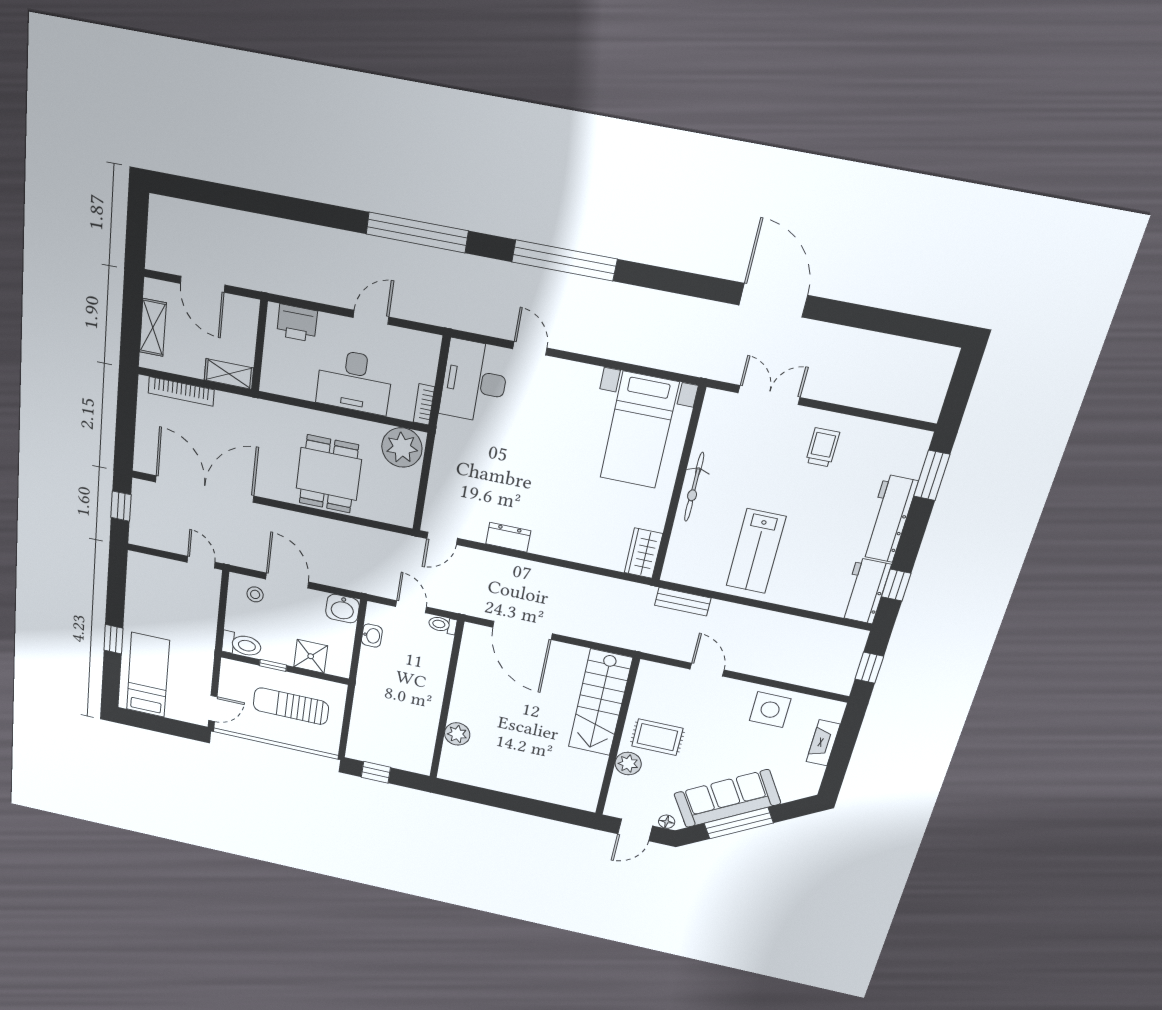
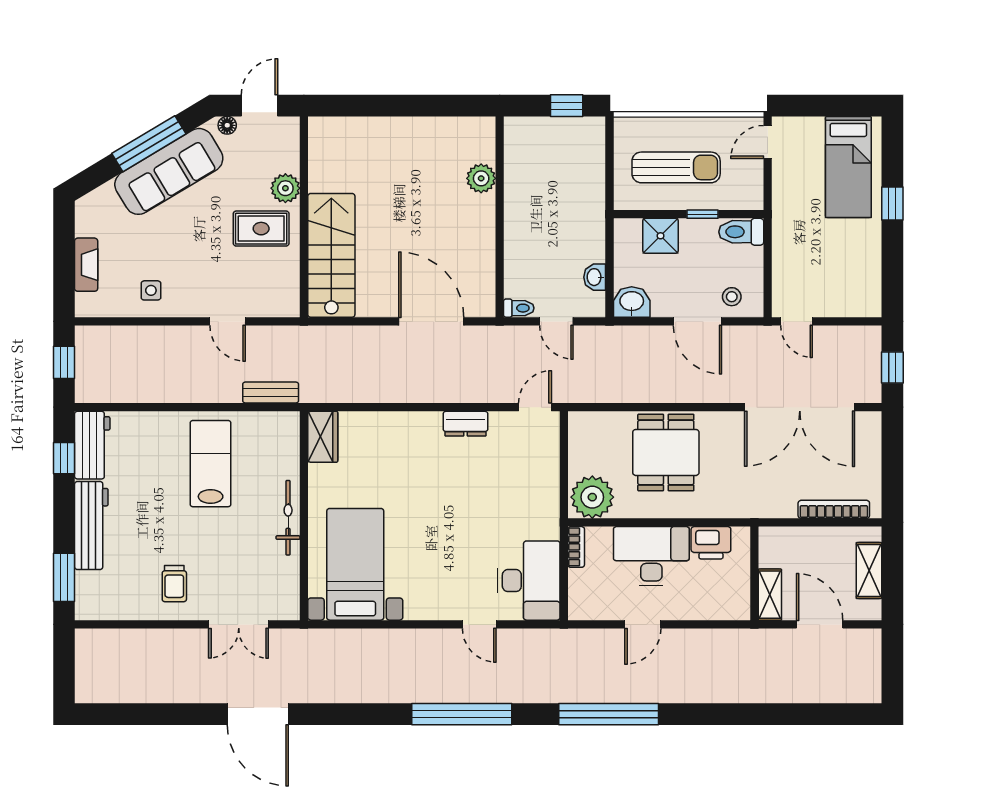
printer: (297, 323) -> (711, 543), moved, turned 180
shelving: (229, 374) -> (770, 595), moved, turned 90
side table: (770, 710) -> (151, 290), width x0.54, depth x0.54

